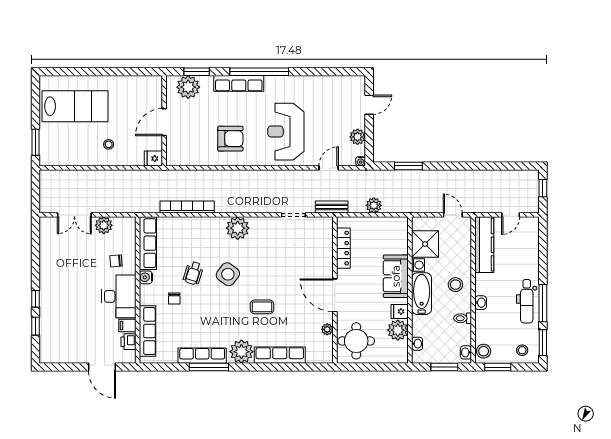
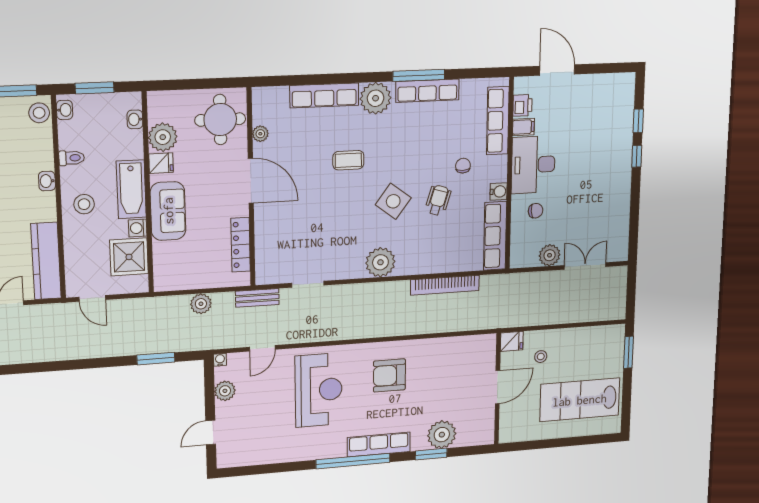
wall: (164, 121) -> (498, 389), moved
door: (164, 122) -> (498, 387), moved
fridge: (153, 159) -> (512, 341), moved

